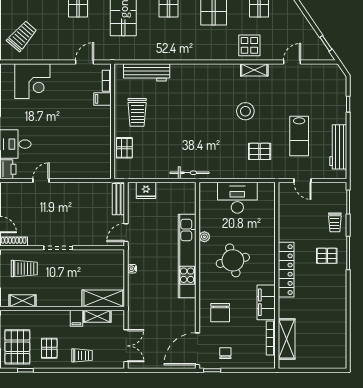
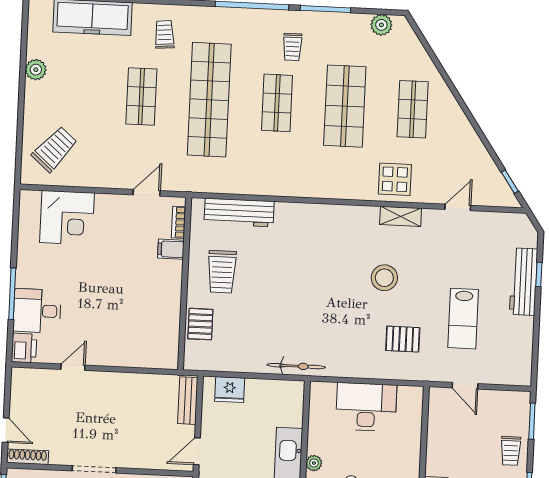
workbench: (338, 147) -> (524, 282), moved

